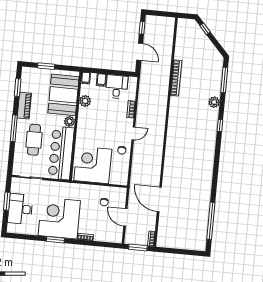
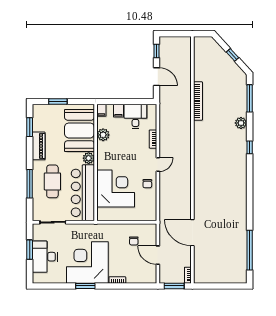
window: (205, 29) -> (232, 55), moved
window: (14, 128) -> (30, 184), moved
corner desk: (93, 165) -> (116, 189), moved, turned 90

